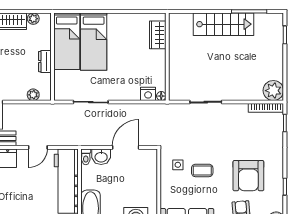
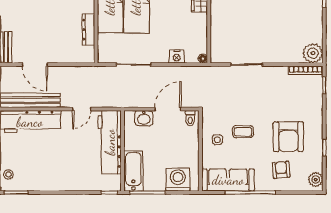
dresser: (45, 62) -> (89, 30), width x1.44
nightstand: (148, 94) -> (177, 56), moved
plant: (33, 95) -> (77, 57), removed
toilet: (86, 157) -> (190, 118), moved
side table: (178, 165) -> (217, 140), moved

